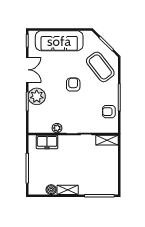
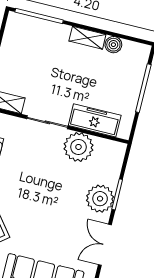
armchair: (73, 85) -> (37, 203), removed
plant: (57, 128) -> (78, 147), width x1.88, depth x1.88
freezer: (47, 142) -> (95, 120), width x1.40

